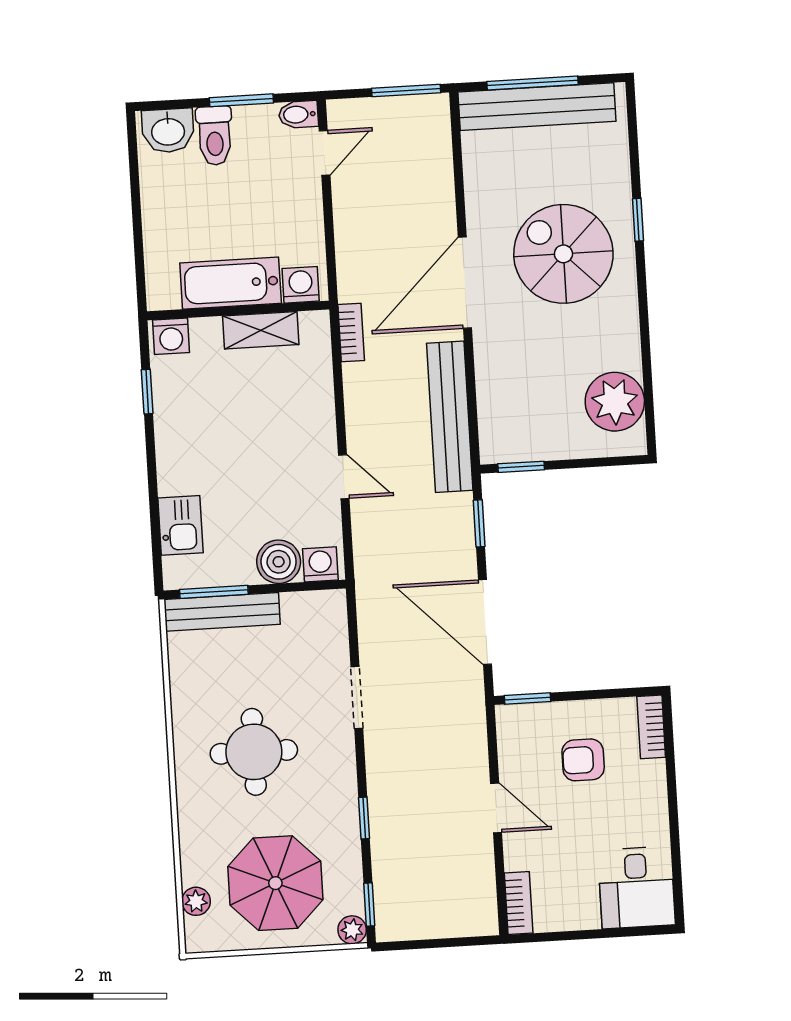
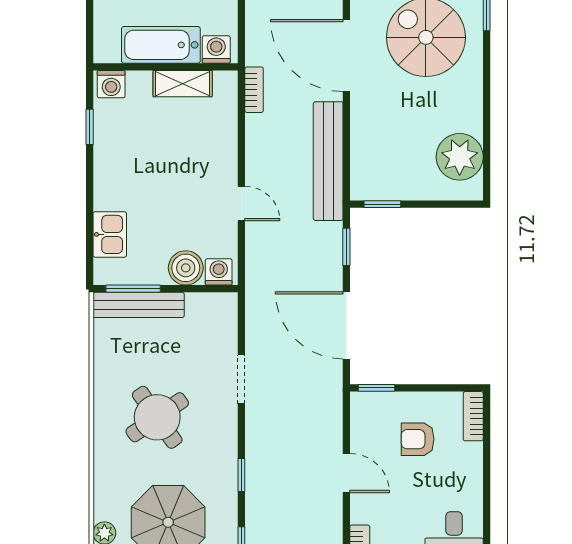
door: (465, 283) -> (346, 56), hinge flipped
round table: (254, 752) -> (157, 417), turned -35

